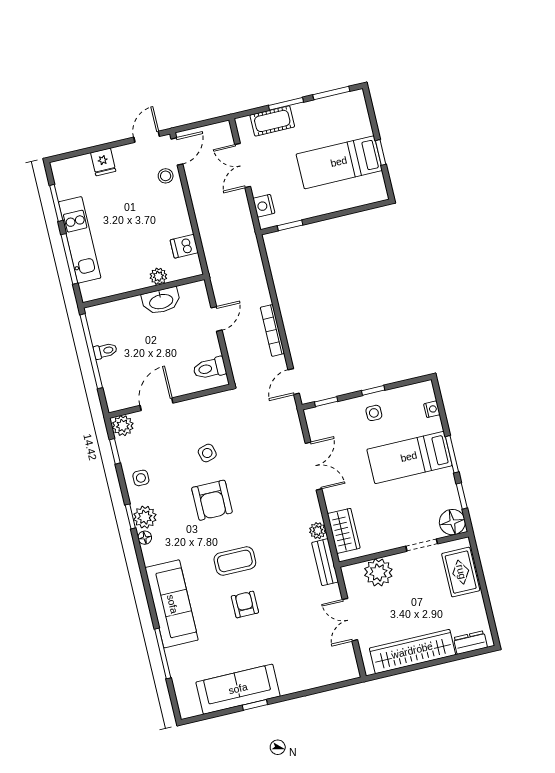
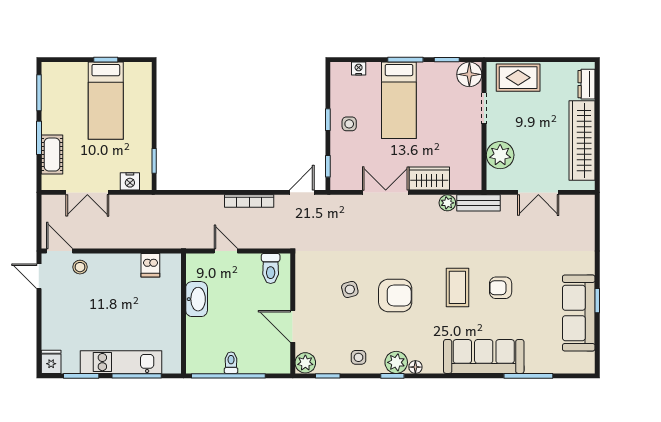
fridge: (103, 162) -> (51, 362), moved, turned -90
plant: (158, 276) -> (173, 296), removed
door: (294, 382) -> (302, 192), swing flipped
wardrobe: (344, 531) -> (429, 178), moved

